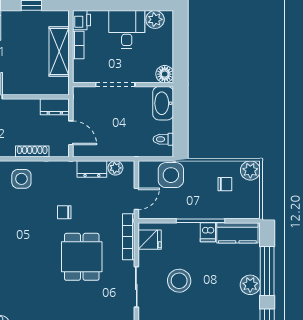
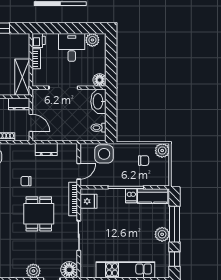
shelving: (59, 51) -> (22, 77), moved
plant: (115, 168) -> (63, 149), removed
stool: (179, 281) -> (110, 231), removed

